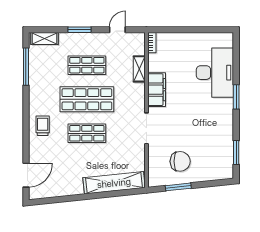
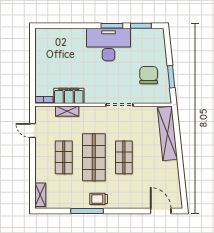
window: (79, 30) -> (33, 164), removed
window: (26, 67) -> (87, 211), moved
desk: (215, 73) -> (108, 44), moved
filing cabinet: (157, 90) -> (69, 96), moved
window: (236, 97) -> (112, 26), moved
trolley: (43, 126) -> (99, 199), moved

